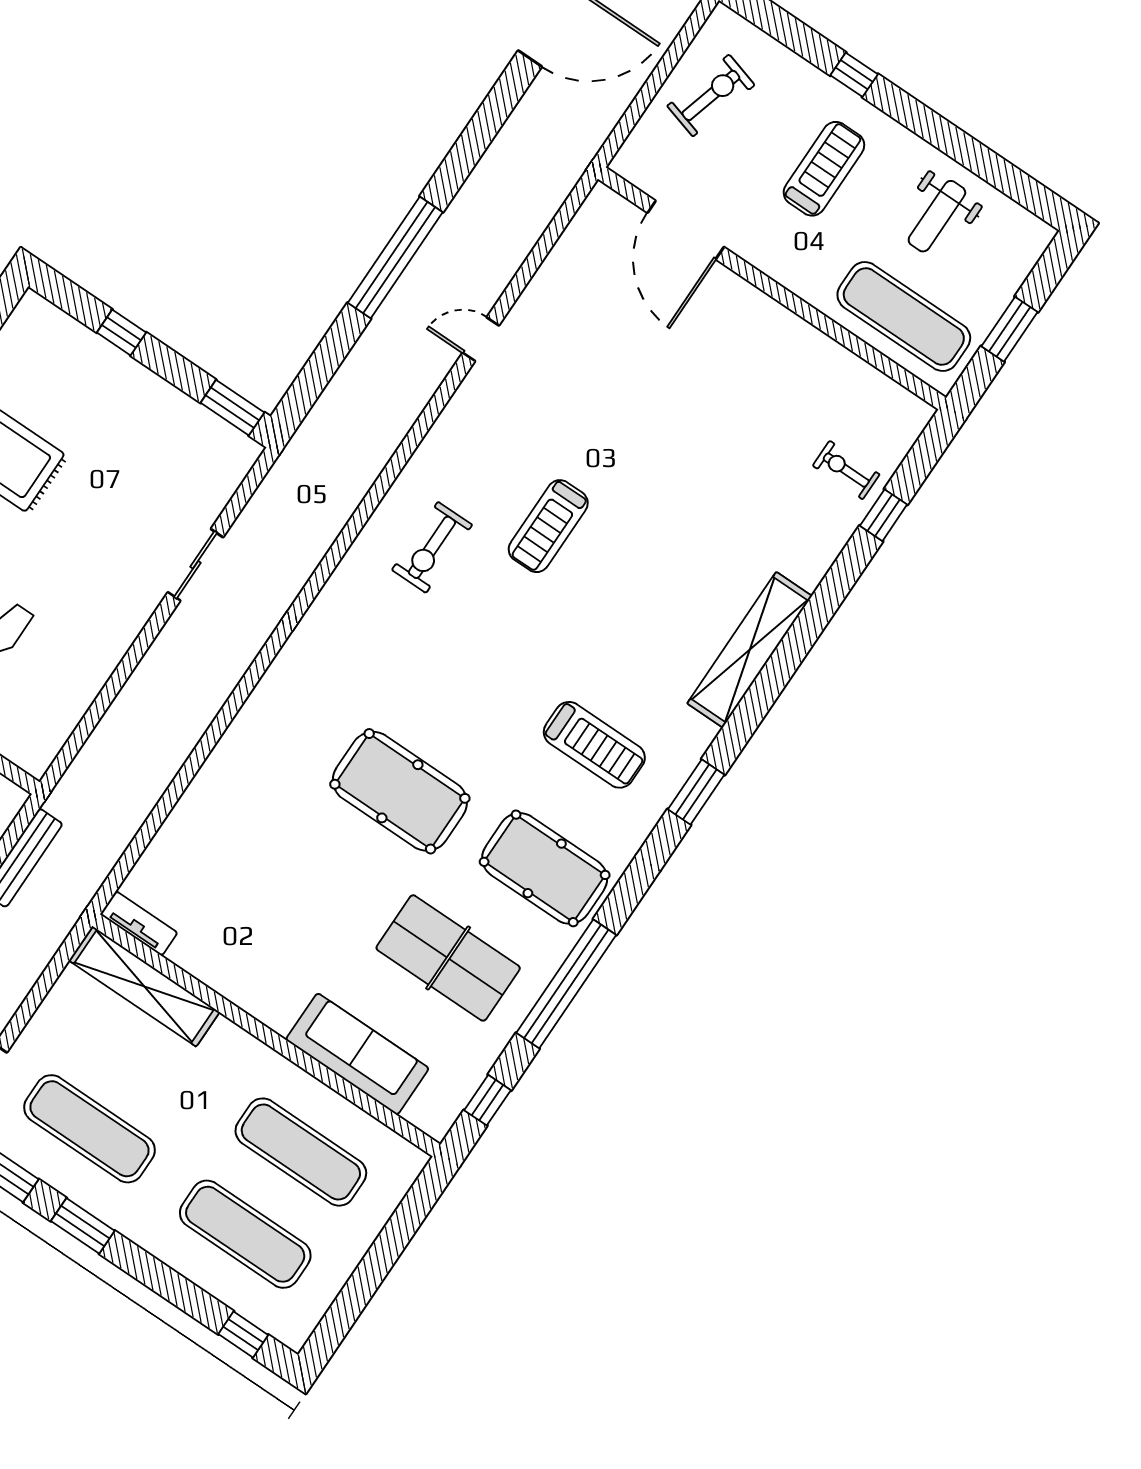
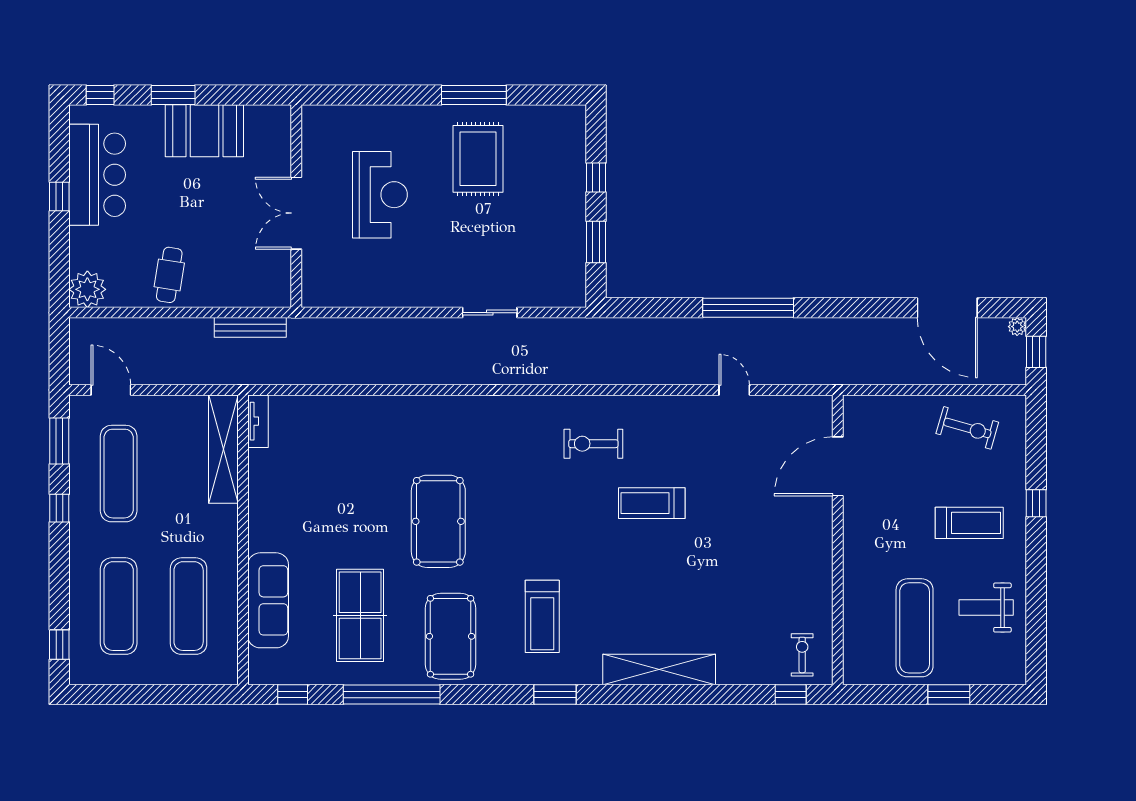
door: (686, 230) -> (838, 466), moved
wall: (772, 288) -> (838, 540), moved
window: (232, 408) -> (596, 242), moved
window: (83, 1226) -> (59, 508), width x0.67

